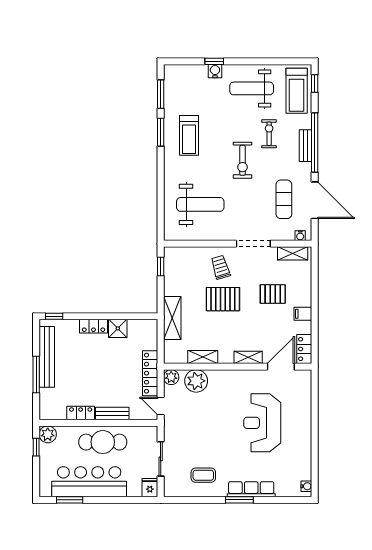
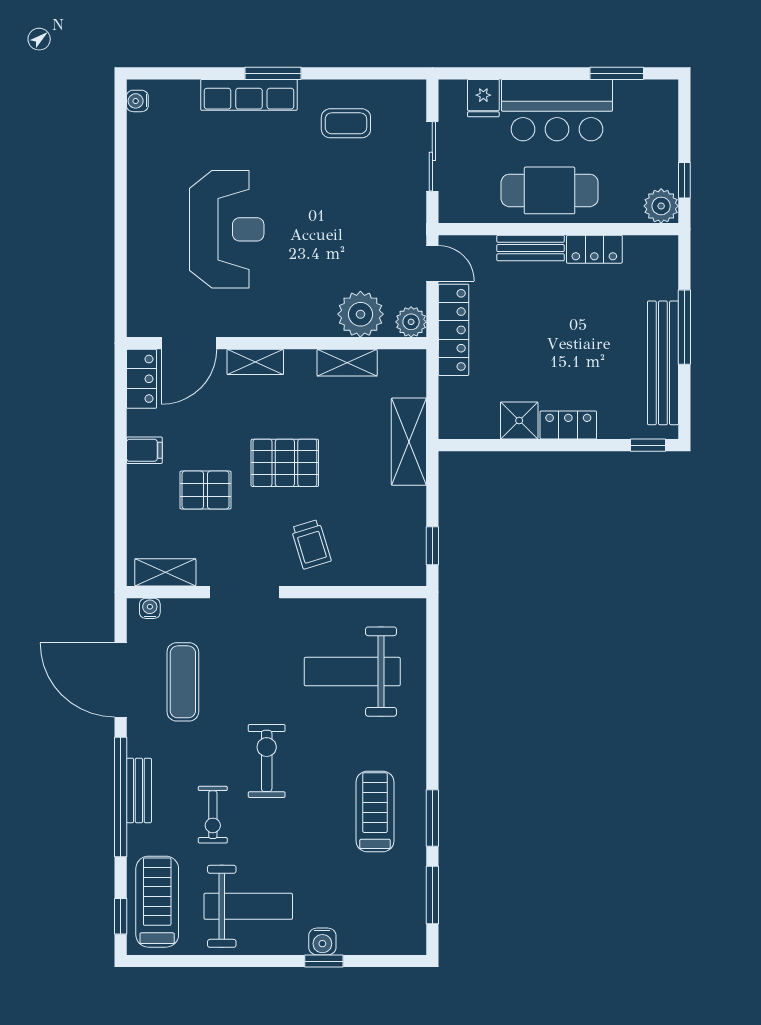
pallet: (223, 299) -> (285, 463), moved
bar counter: (89, 482) -> (557, 110), width x0.73
fridge: (150, 488) -> (483, 98), moved

